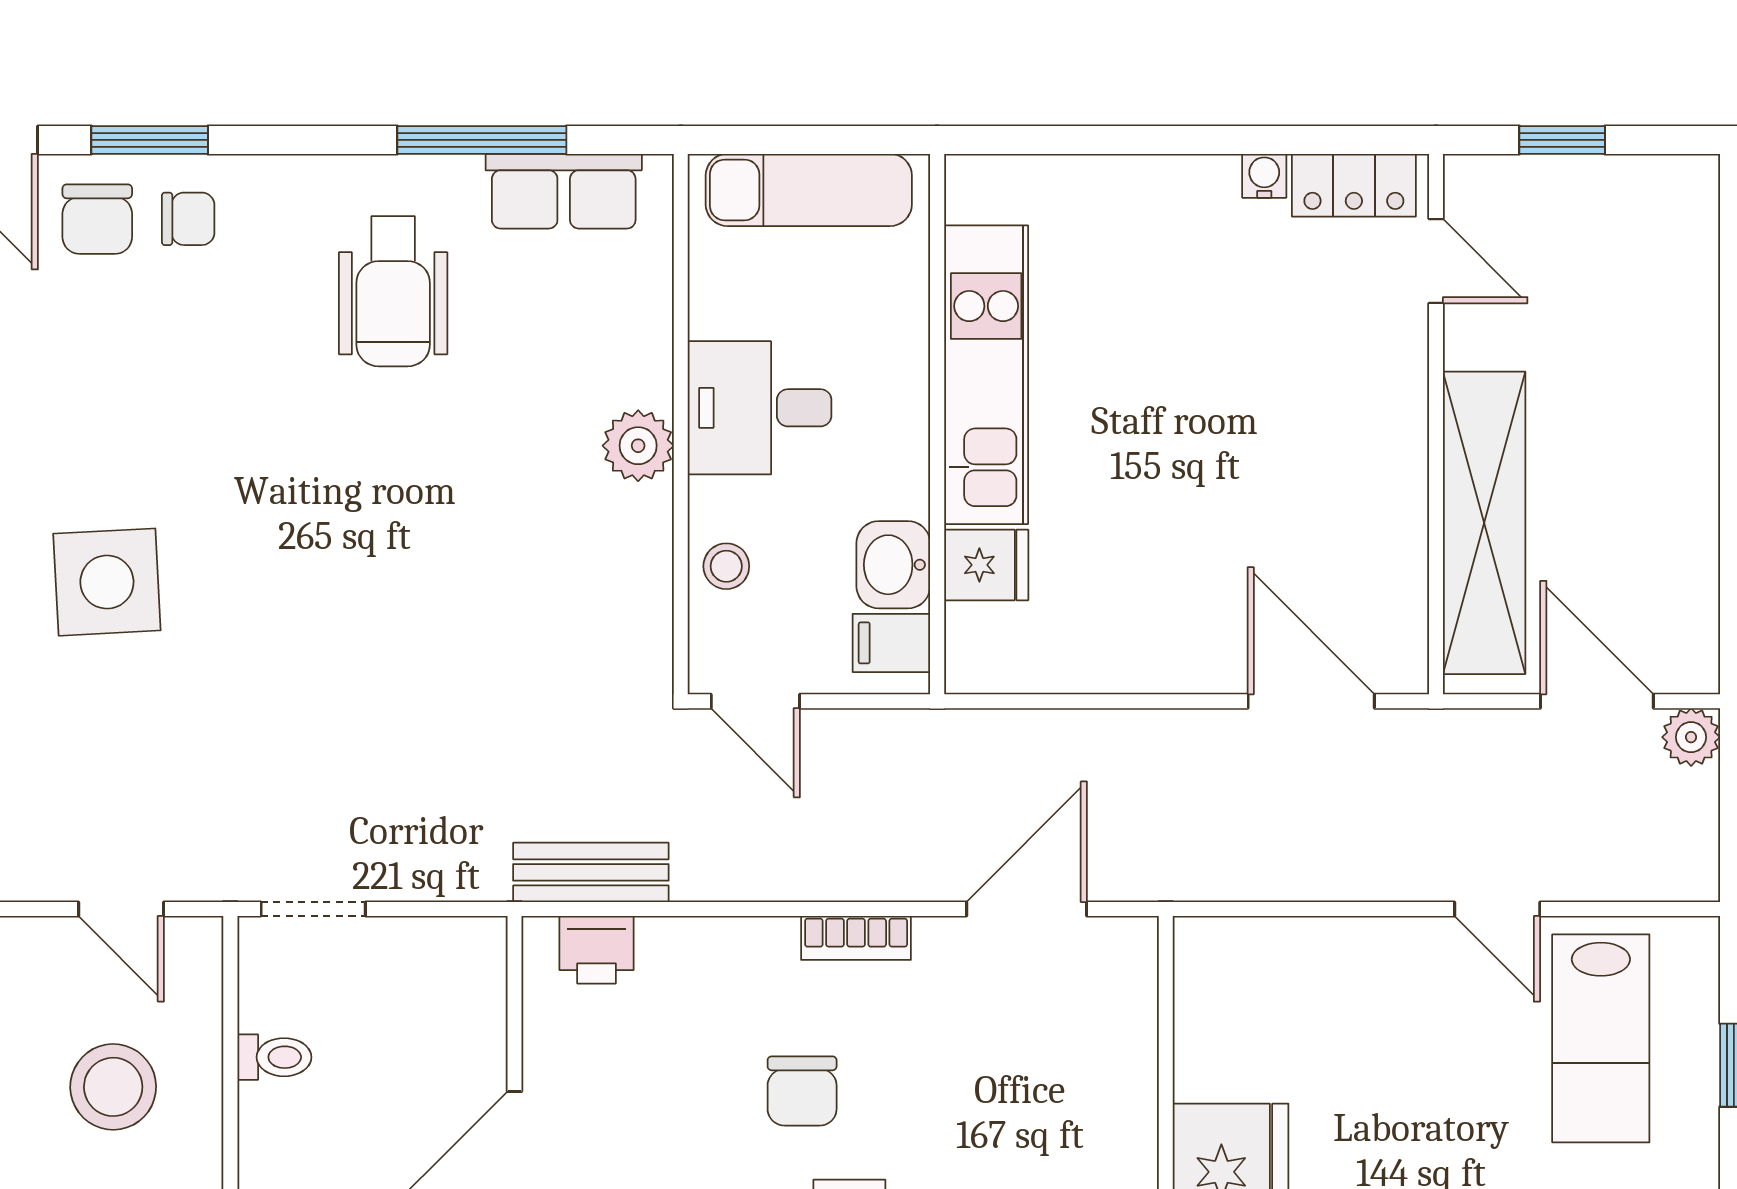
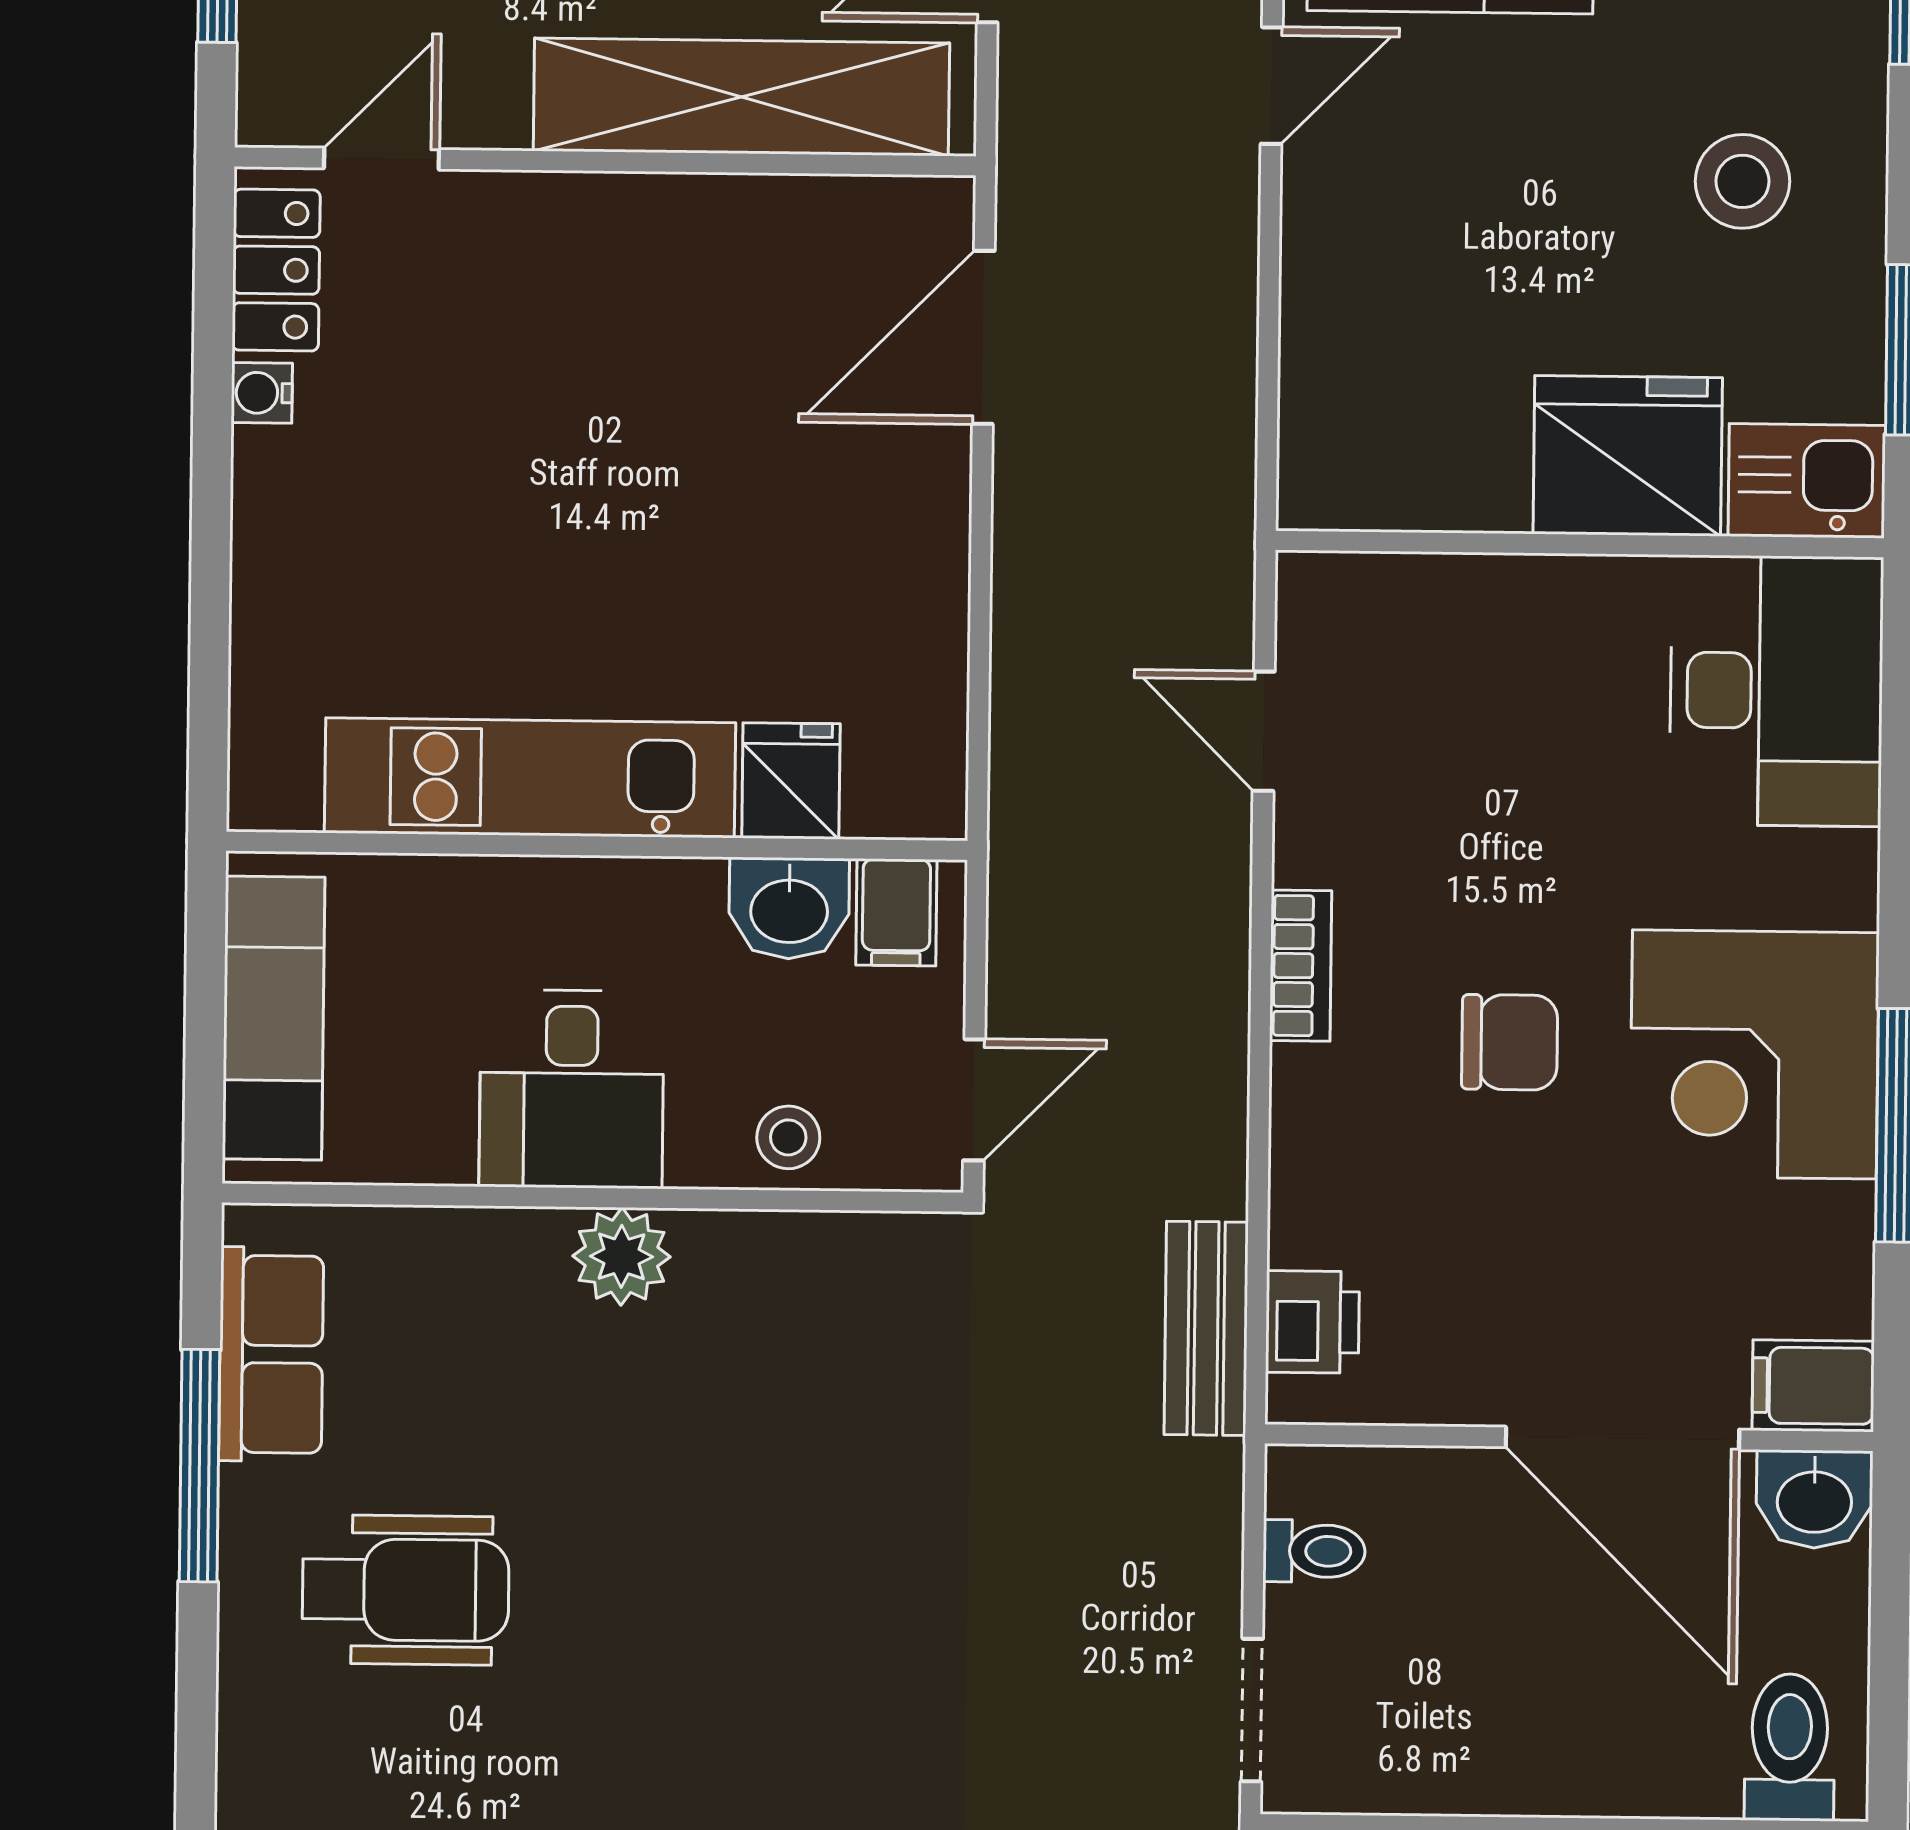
door: (1027, 909) -> (1264, 731), width x0.73
toilet: (274, 1057) -> (1314, 1551), moved, turned 90

